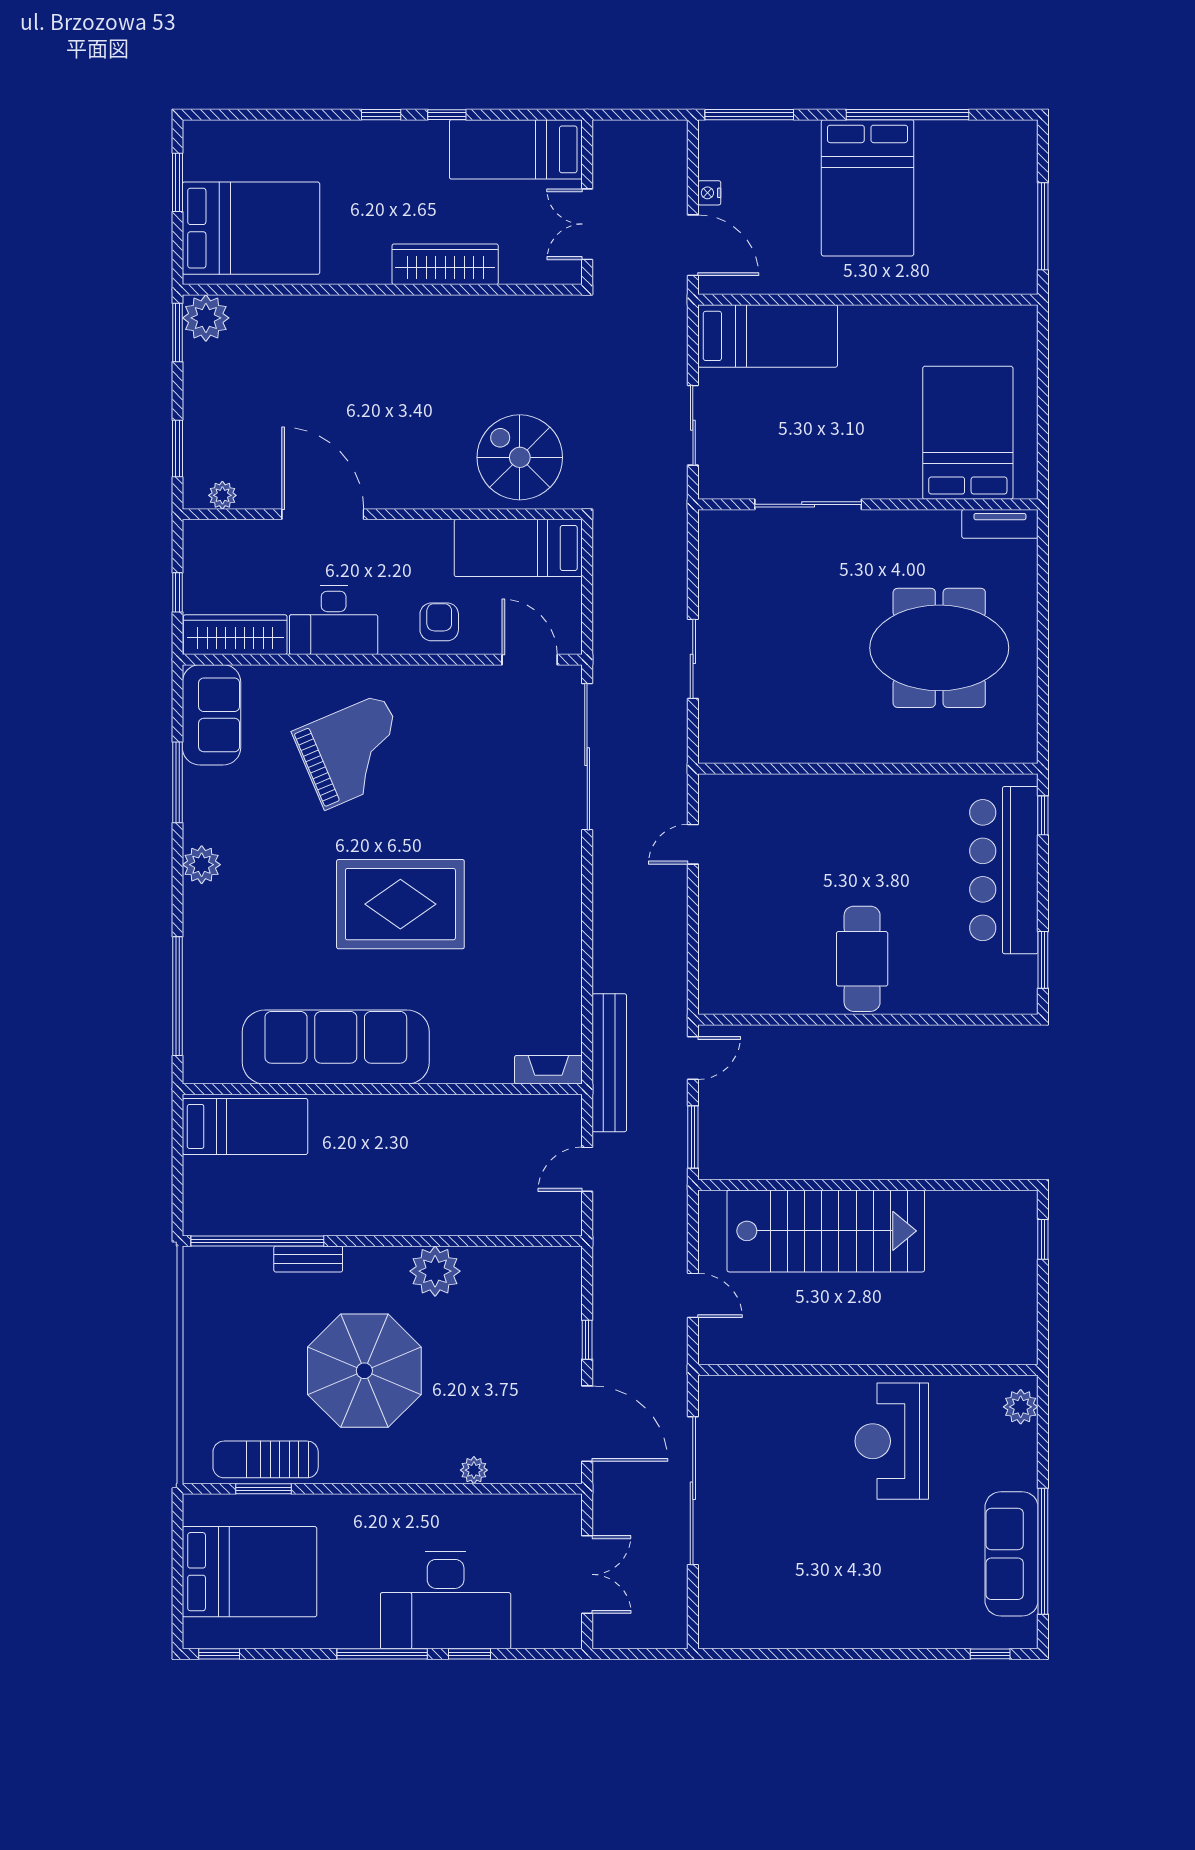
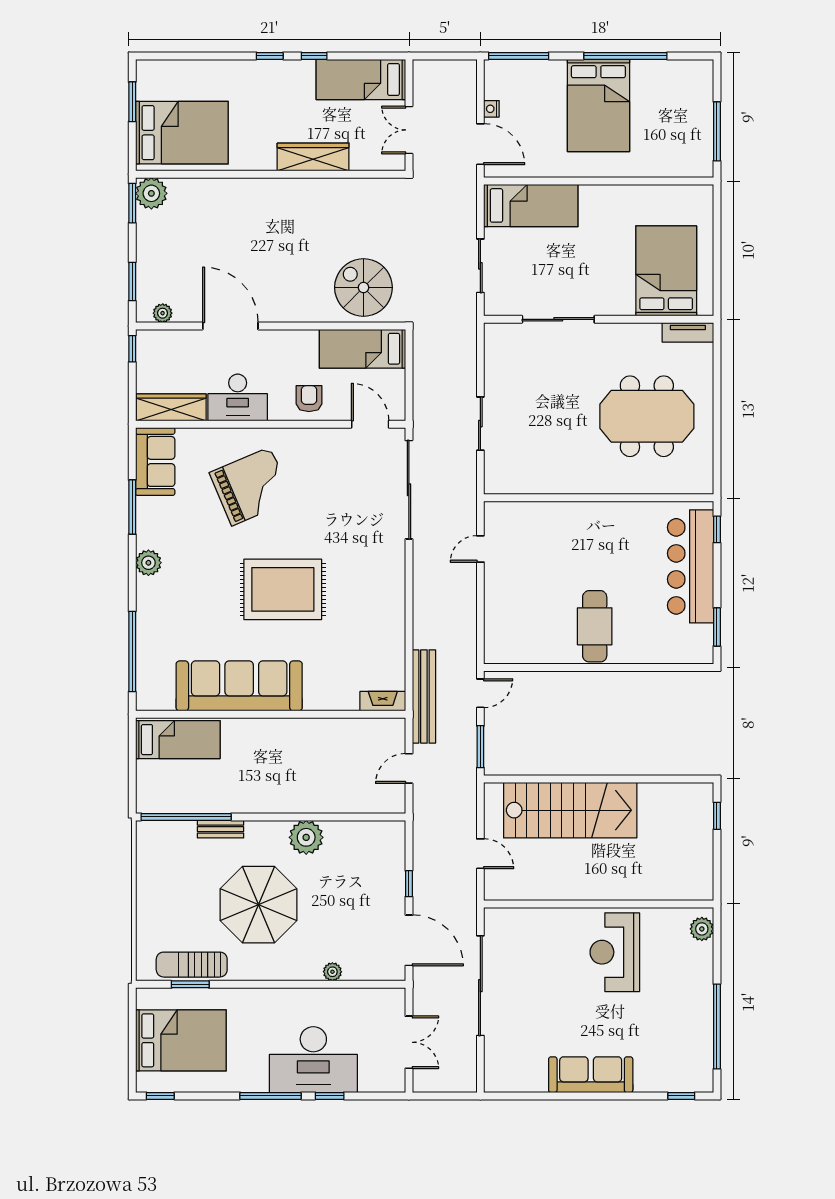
window: (178, 592) -> (132, 349), moved
sofa: (1012, 1554) -> (591, 1075), moved, turned 90

